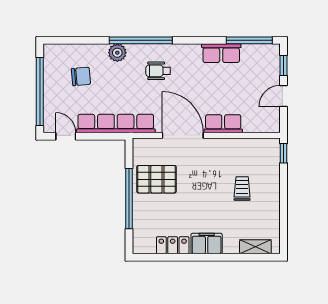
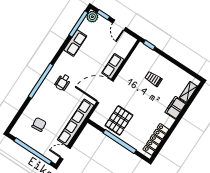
plant: (117, 53) -> (92, 17), moved
filing cabinet: (207, 243) -> (175, 108), moved
locker: (173, 245) -> (156, 139), width x1.53

